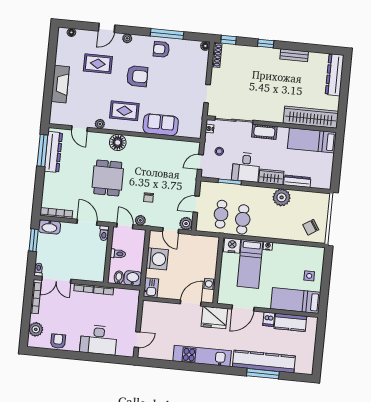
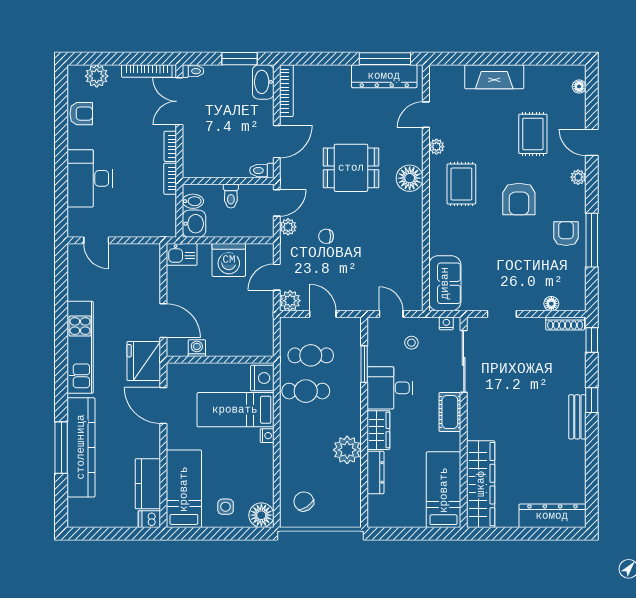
floor lamp: (205, 46) -> (551, 304), moved
bench: (294, 55) -> (577, 417), moved
sofa: (161, 125) -> (445, 283), moved
floor lamp: (317, 254) -> (261, 515), added
dishwasher: (269, 319) -> (149, 519), moved

